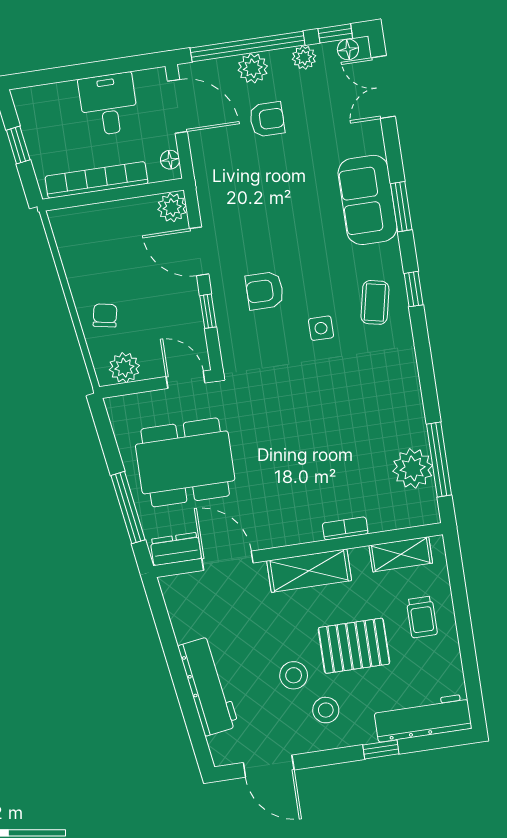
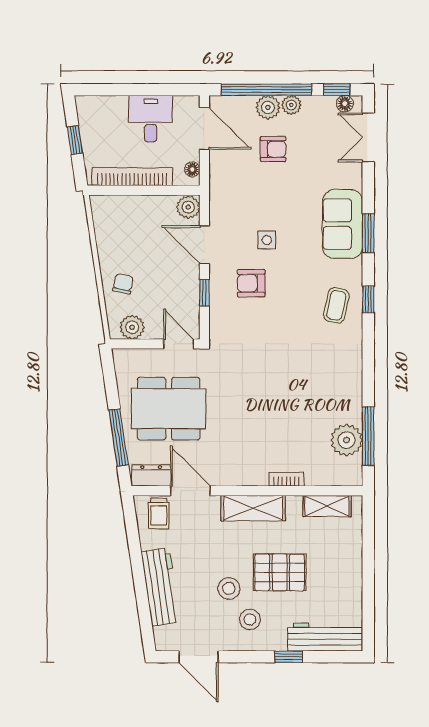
plant: (304, 57) -> (291, 105), moved
side table: (321, 328) -> (267, 240), moved
trolley: (422, 617) -> (159, 513), moved

